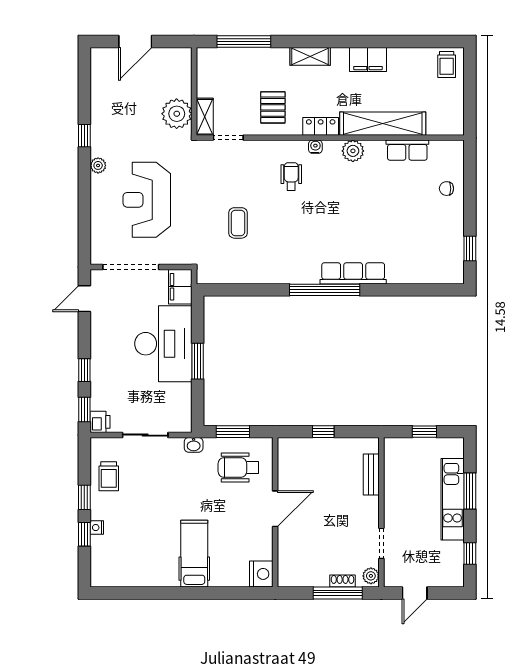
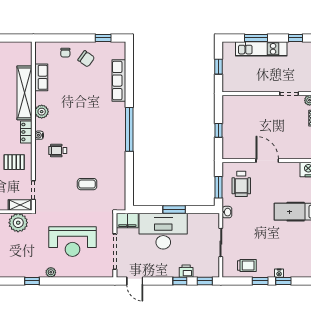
chair: (437, 222) -> (86, 59), added
row of seats: (353, 273) -> (119, 81), moved
printer: (100, 422) -> (186, 271), moved
bench: (371, 475) -> (246, 100), removed

